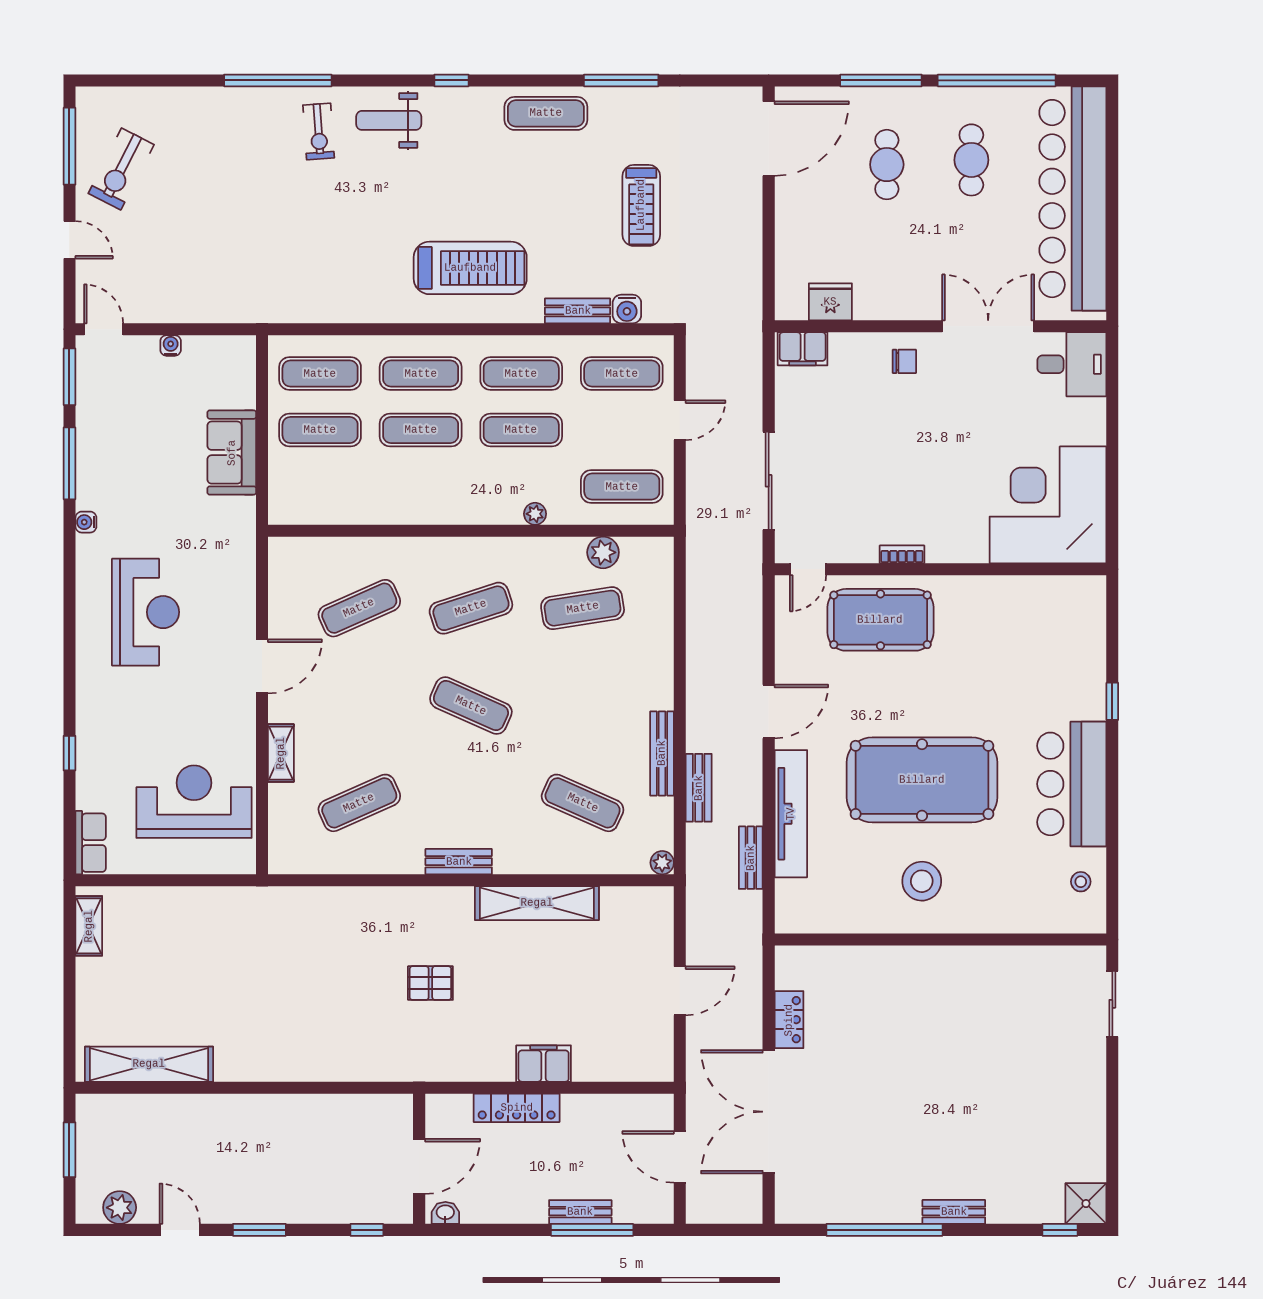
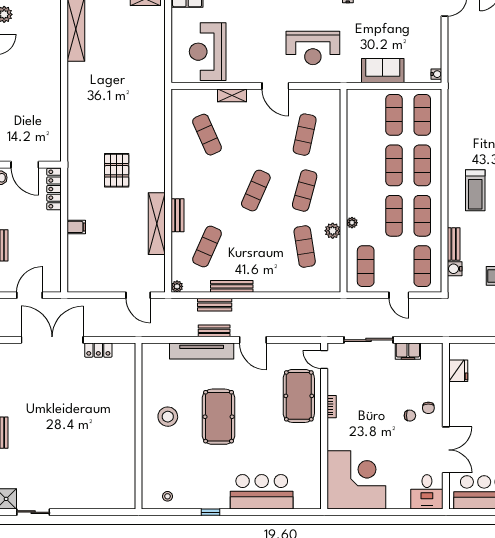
treadmill: (470, 268) -> (475, 190), width x0.73, depth x0.73
water cooler: (171, 345) -> (436, 74), moved
filing cabinet: (803, 349) -> (408, 351), moved, turned -90
chair: (920, 398) -> (410, 416), added
plant: (603, 552) -> (333, 231), moved
exercise mat: (359, 608) -> (305, 135), turned 36
exercise mat: (471, 608) -> (305, 191), turned 33
reception desk: (146, 612) -> (313, 48), moved
window: (1112, 701) -> (210, 512), moved
pool table: (922, 780) -> (219, 417), width x0.73, depth x0.76
bar counter: (1072, 784) -> (262, 492), moved
reception desk: (194, 802) -> (208, 52), turned 180
bench: (751, 858) -> (214, 331), moved
bench: (459, 862) -> (178, 215), moved
pallet: (430, 983) -> (117, 170), width x1.50, depth x1.42
door: (680, 991) -> (138, 295), moved
sliding door: (1112, 1004) -> (33, 512), moved
filing cabinet: (544, 1064) -> (76, 227), width x0.50
locker: (517, 1108) -> (54, 189), moved

